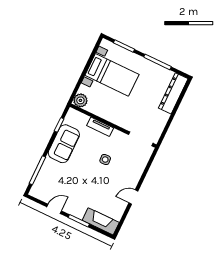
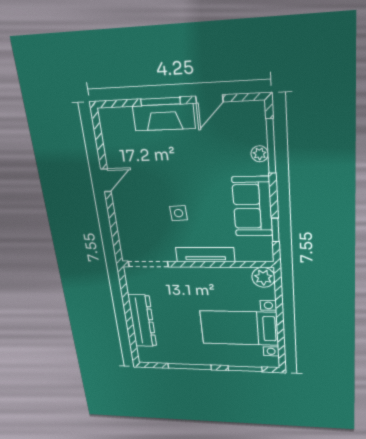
dresser: (173, 93) -> (142, 321), moved
tv unit: (100, 127) -> (205, 255), width x1.41
plant: (45, 169) -> (260, 154), added
fireplace: (101, 221) -> (164, 117), moved

